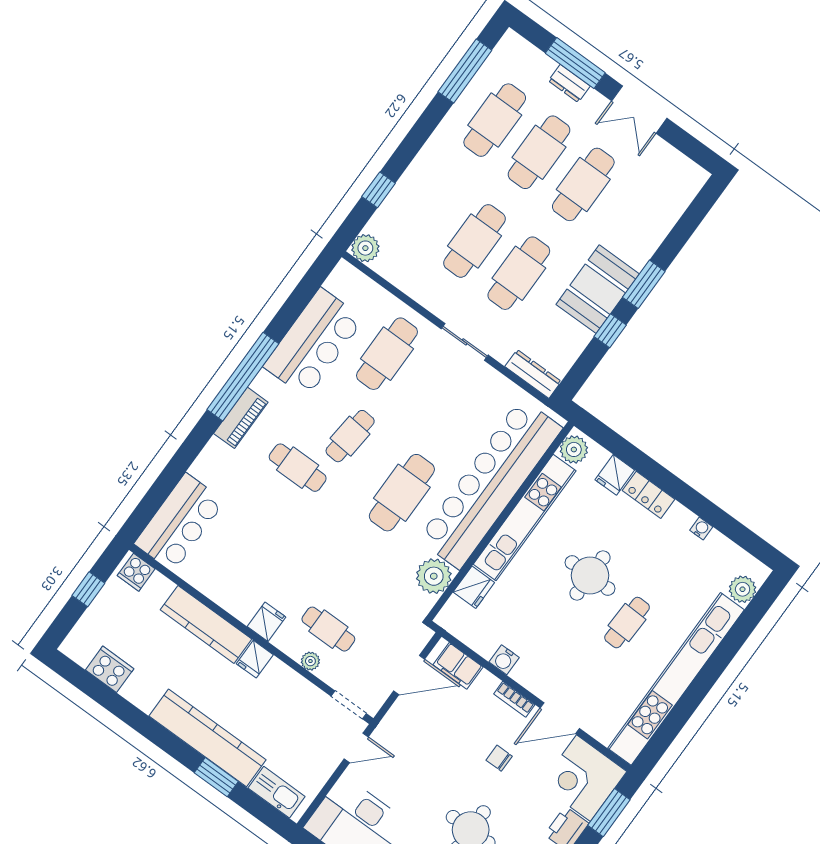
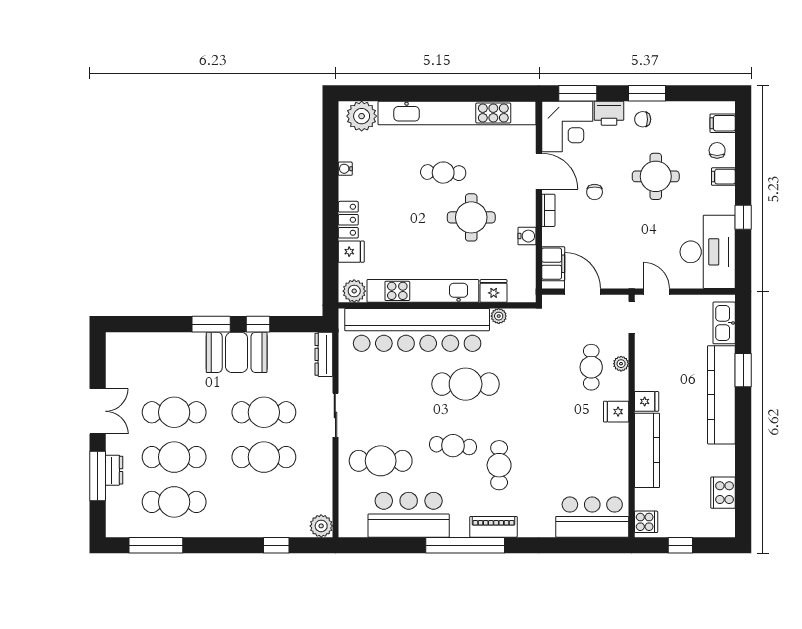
round table: (590, 575) -> (471, 217), moved
plant: (434, 576) -> (499, 316), width x0.53, depth x0.53
plant: (743, 589) -> (362, 116), width x1.36, depth x1.36

